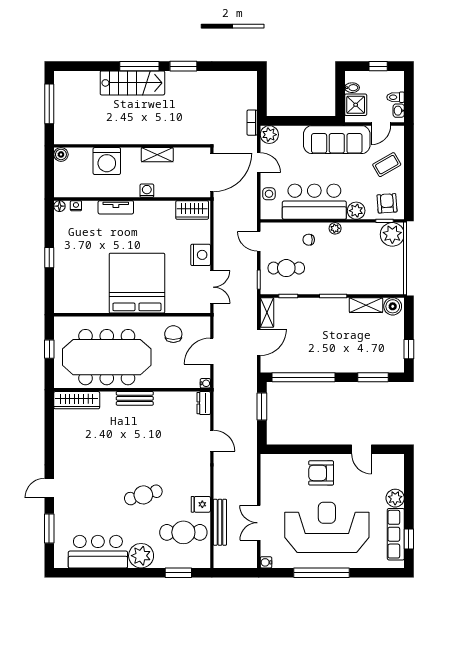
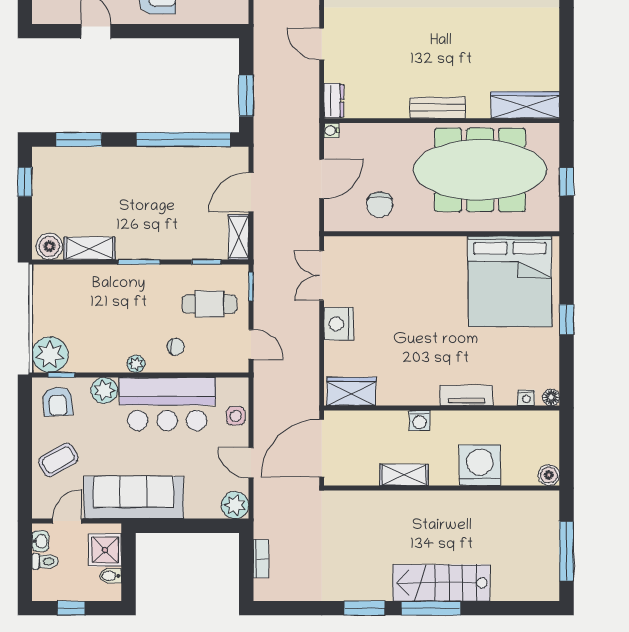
bookcase: (252, 123) -> (261, 559), moved
bed: (137, 283) -> (510, 281), moved

